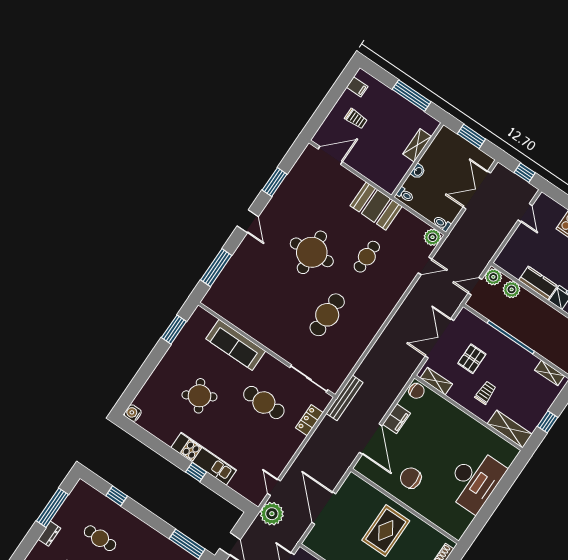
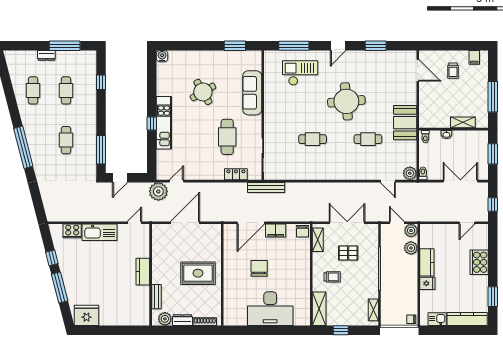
checkout: (249, 280) -> (300, 73), added
cafe table: (327, 315) -> (313, 139), width x0.73, depth x0.74
chair: (411, 478) -> (259, 268), moved

